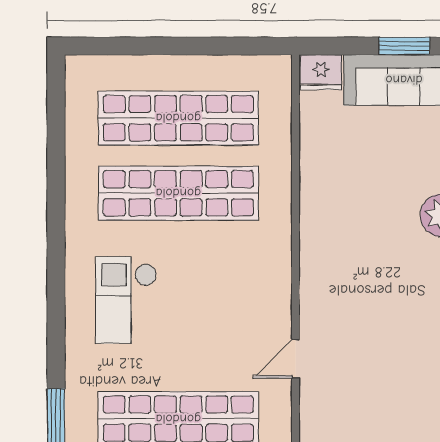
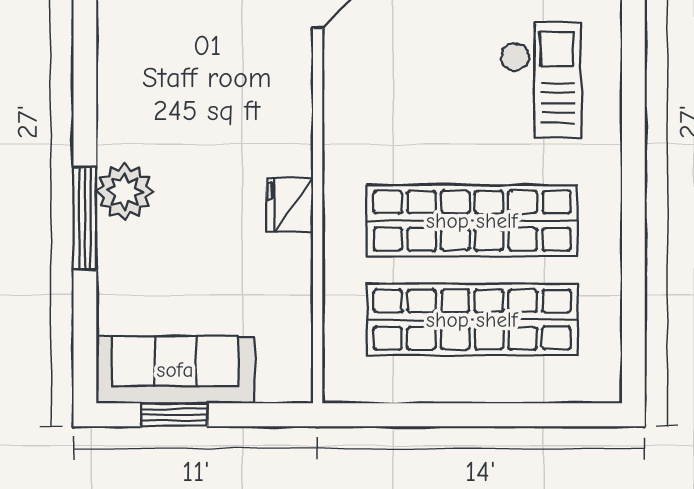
fridge: (321, 72) -> (290, 205), moved, turned -90

